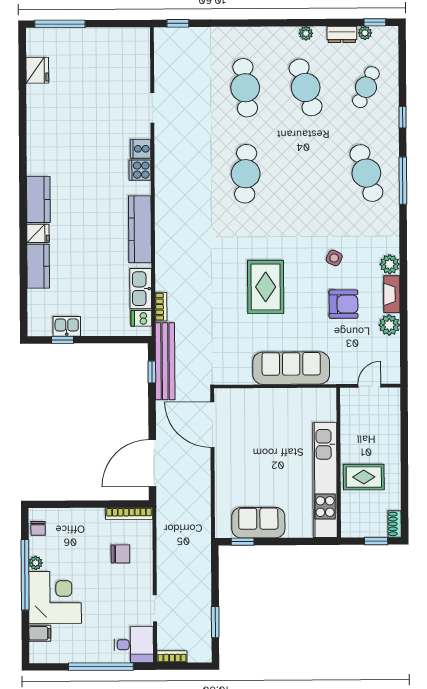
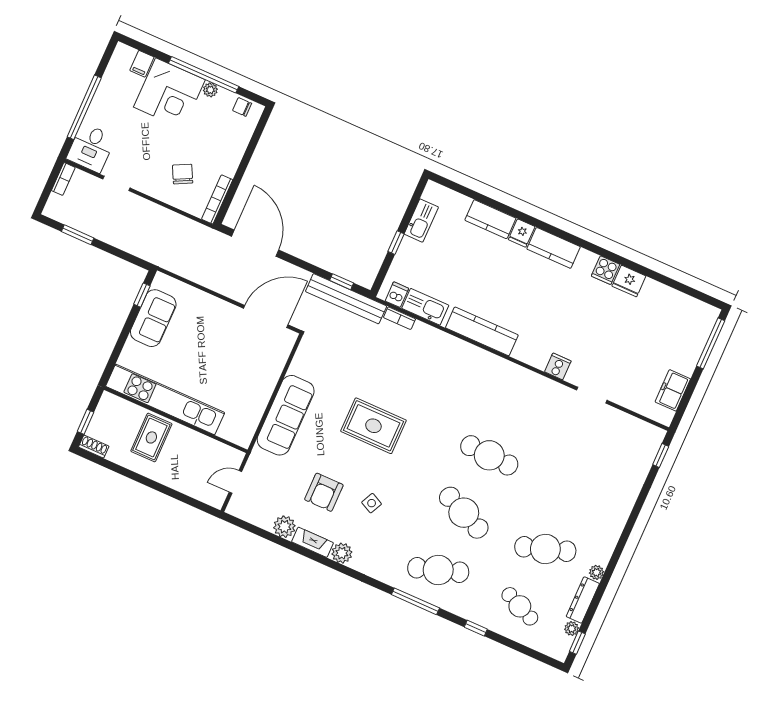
dresser: (342, 34) -> (583, 600), width x1.44
freezer: (116, 39) -> (673, 390), added
fridge: (37, 70) -> (629, 281), moved
cafe table: (245, 88) -> (464, 513), moved, turned 30
cooker: (140, 170) -> (606, 270), moved, turned 180
kitchen sink: (67, 326) -> (421, 221), width x1.38
window: (63, 340) -> (396, 243), moved
door: (369, 386) -> (235, 482), swing flipped
chair: (120, 554) -> (183, 174), turned 153

